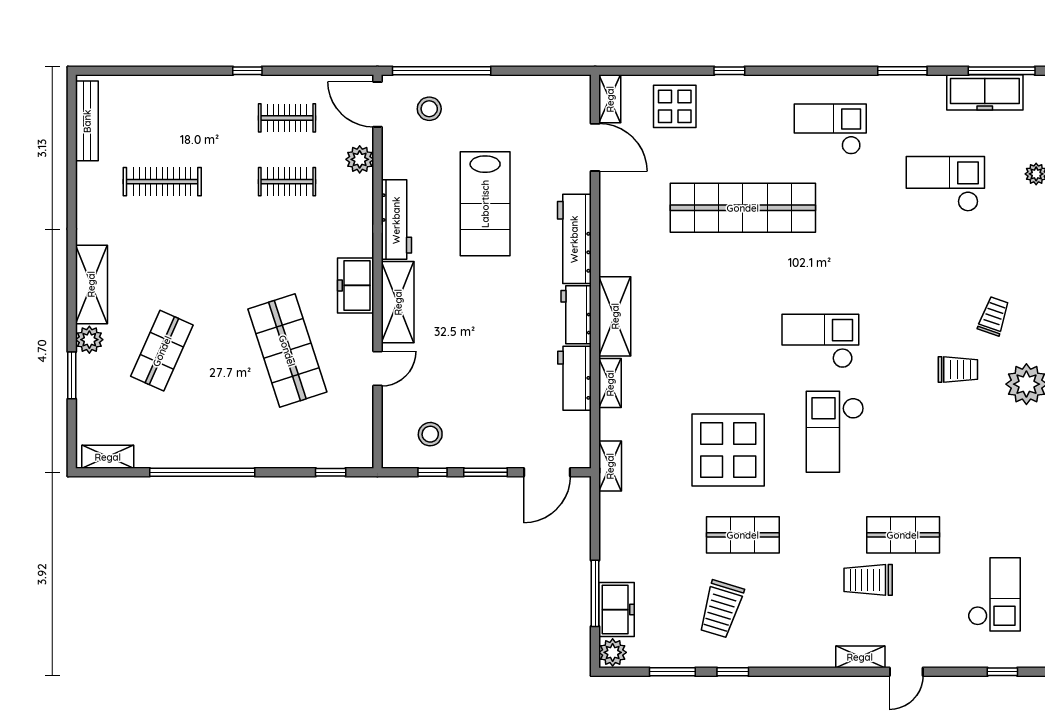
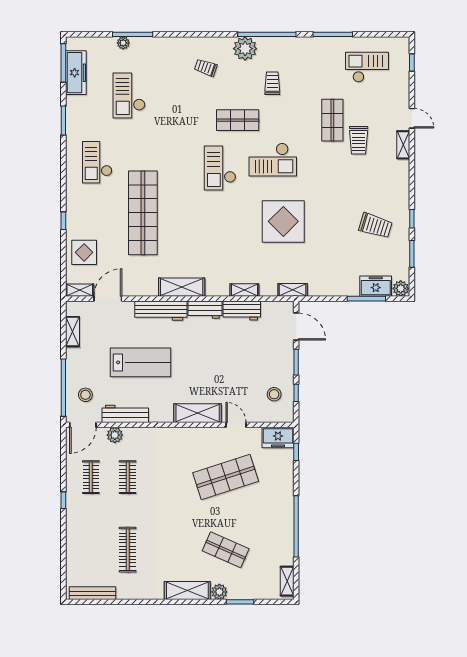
shelving: (538, 87) -> (73, 332), added
workbench: (396, 220) -> (125, 414), moved
freezer: (356, 285) -> (278, 437), moved
shelving: (615, 316) -> (182, 287), moved
trolley: (958, 369) -> (272, 83), moved
shop shelf: (743, 535) -> (238, 120), moved, turned 90

